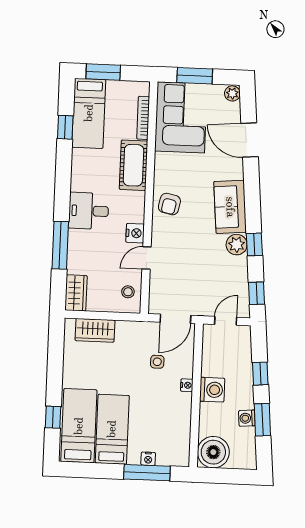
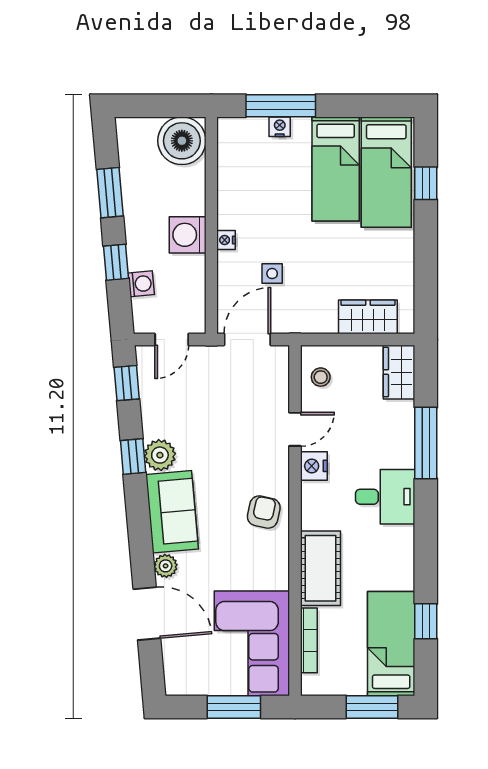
plant: (232, 93) -> (166, 566), moved
washing machine: (247, 418) -> (141, 284), moved

